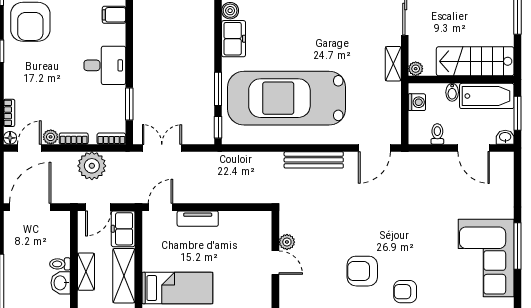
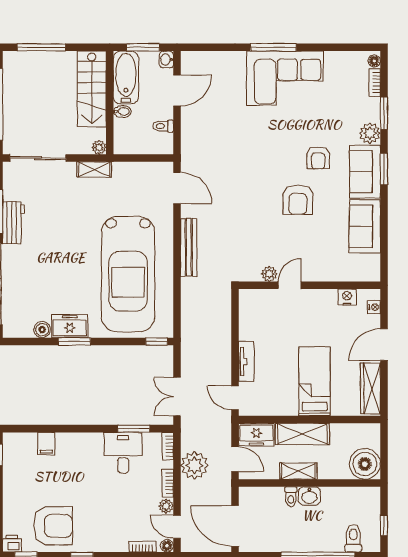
desk: (105, 65) -> (123, 453), moved
window: (218, 89) -> (74, 341), moved
washing machine: (417, 102) -> (132, 146), removed

